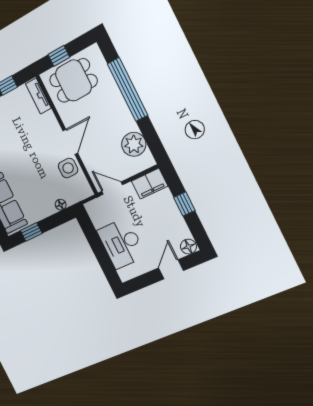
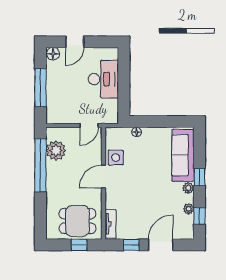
window: (128, 89) -> (40, 165), moved
filing cabinet: (150, 184) -> (59, 115), removed
door: (112, 188) -> (89, 125), hinge flipped
window: (184, 204) -> (40, 88), width x2.17
window: (31, 232) -> (172, 122), removed

